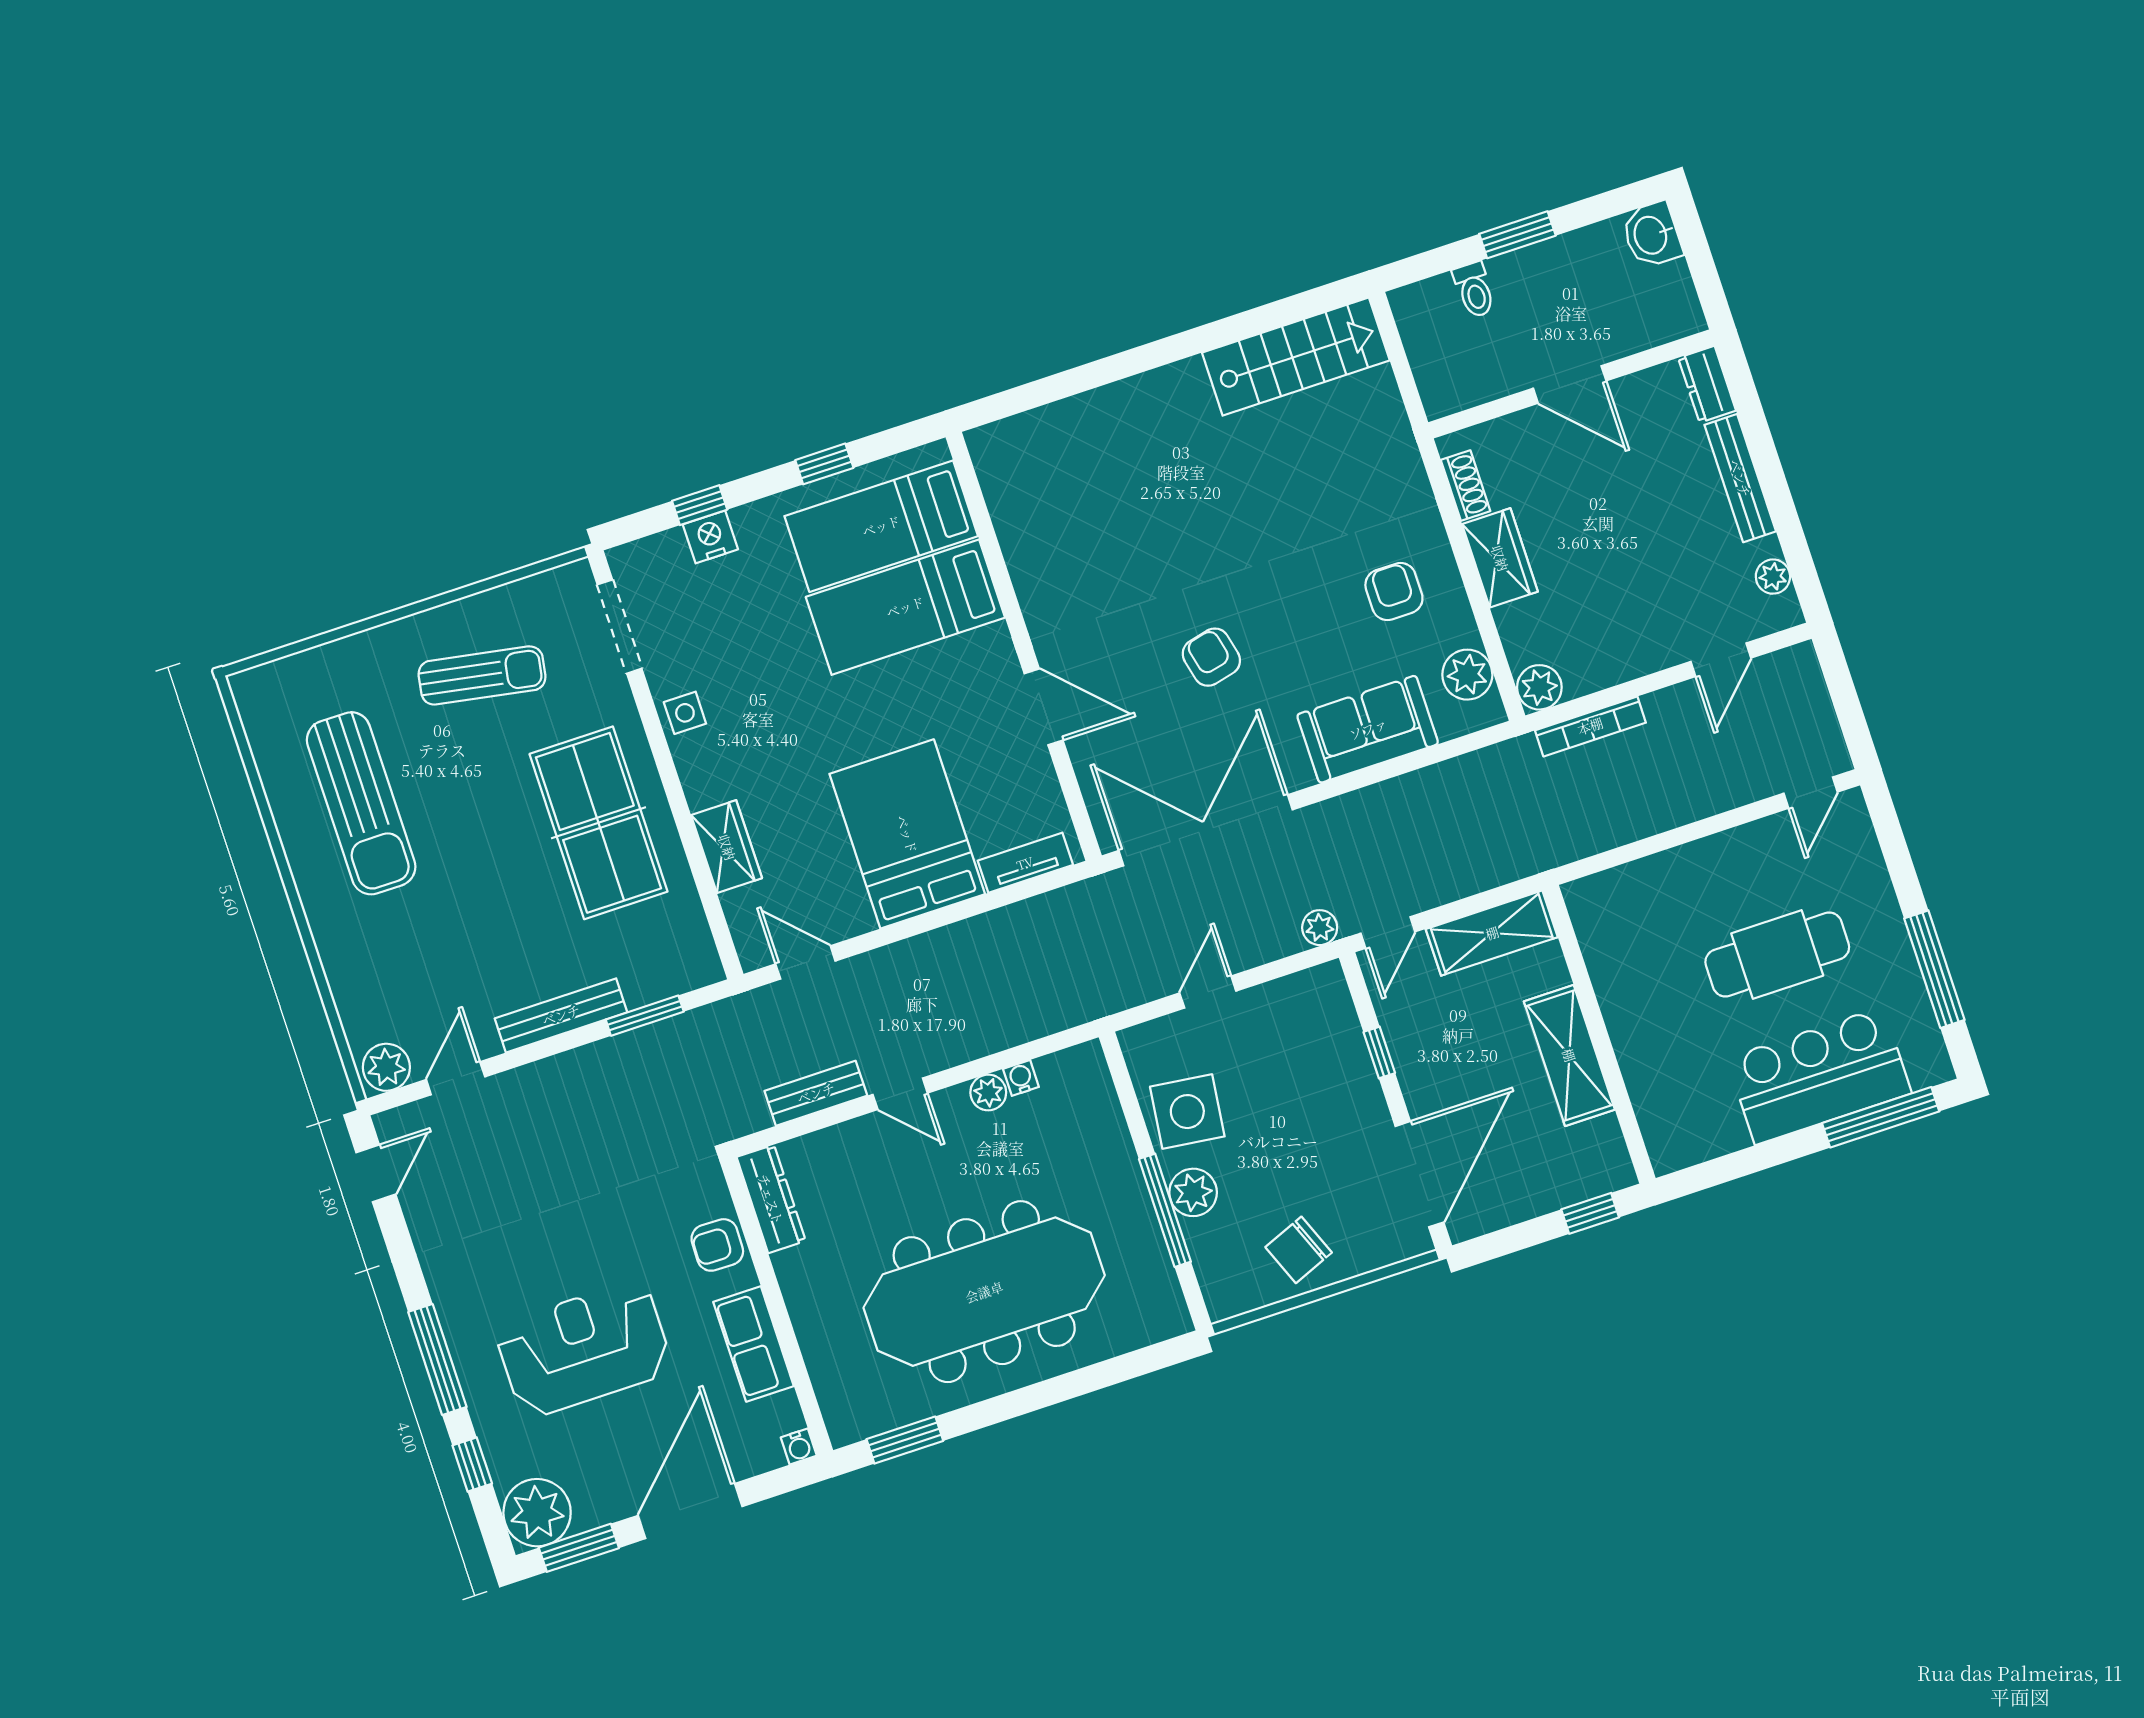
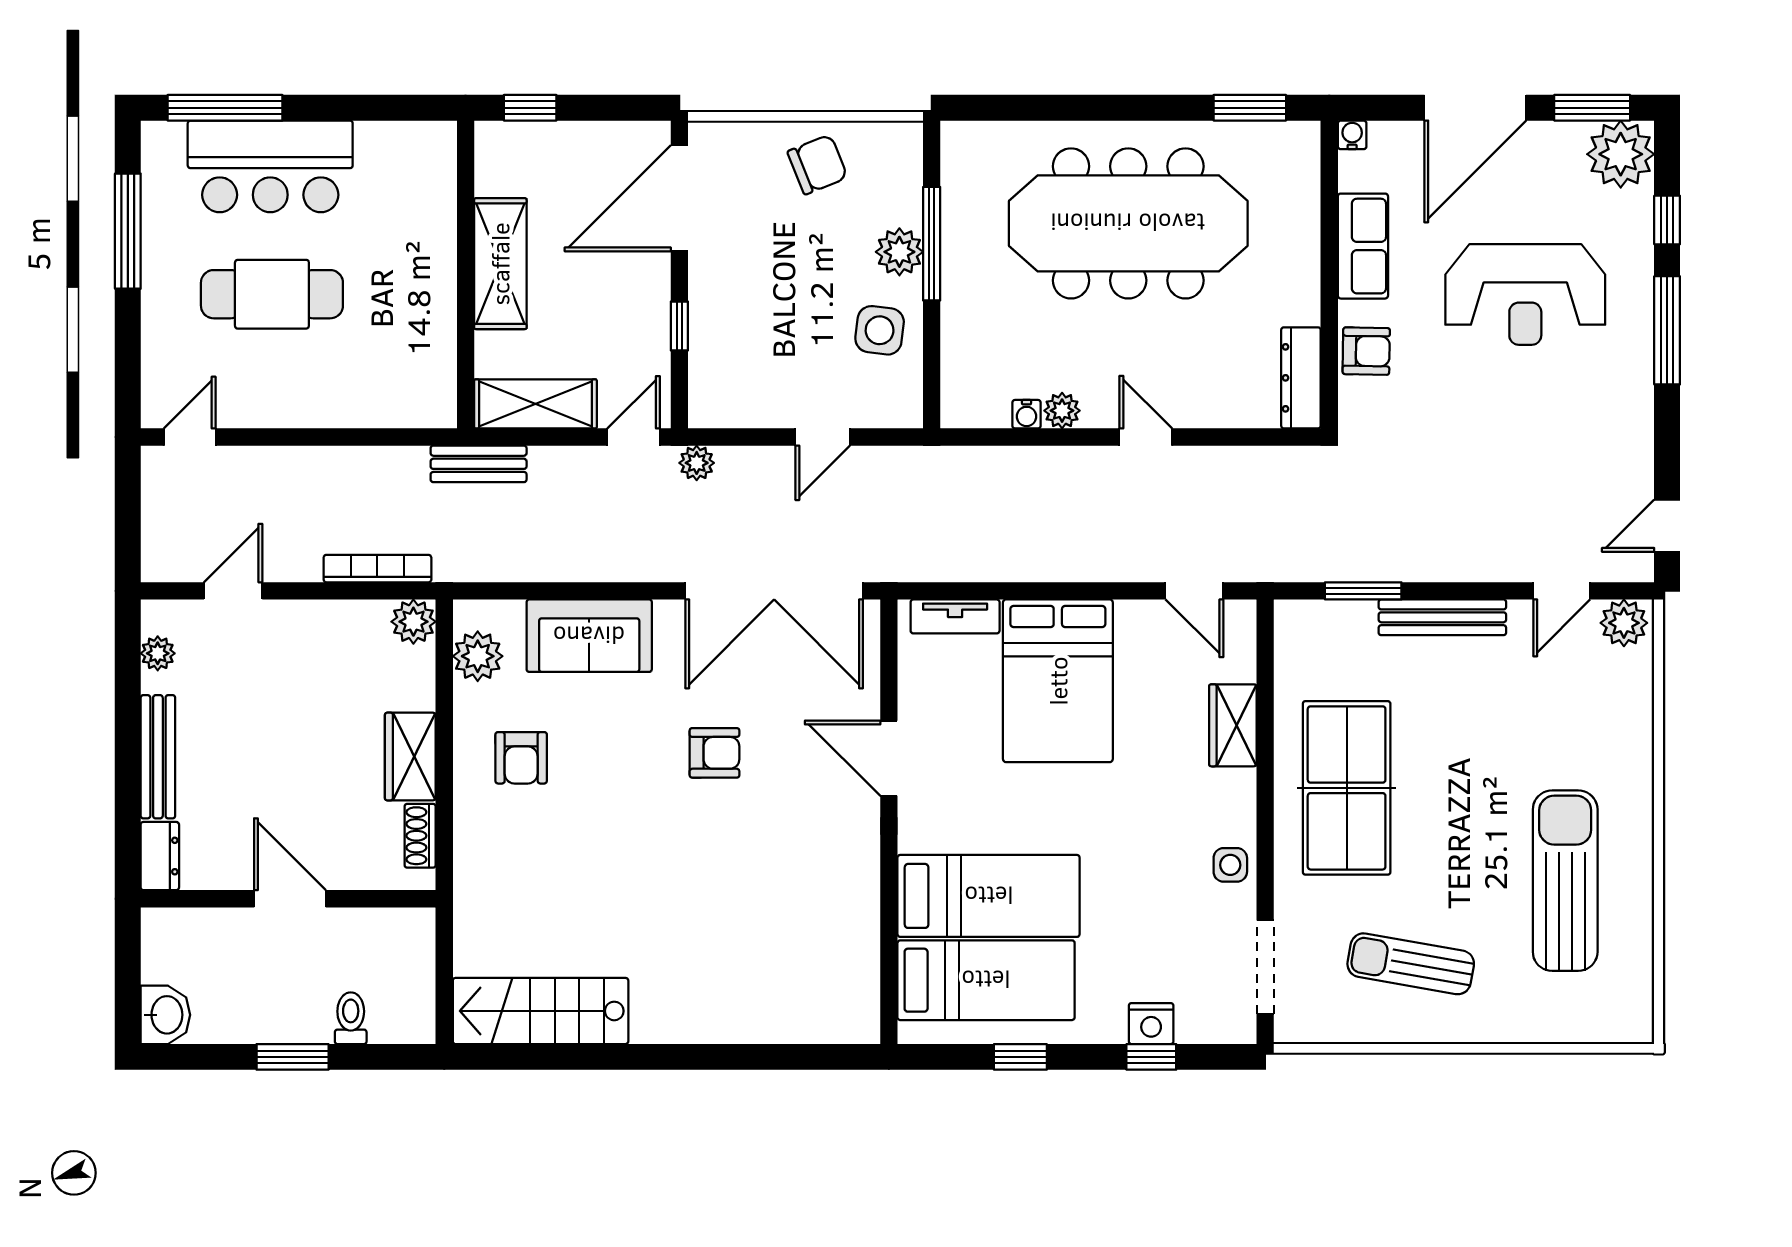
armchair: (1211, 657) -> (714, 753), turned -77
bench: (816, 1093) -> (479, 464), moved
side table: (1187, 1112) -> (880, 330), width x0.73, depth x0.73

